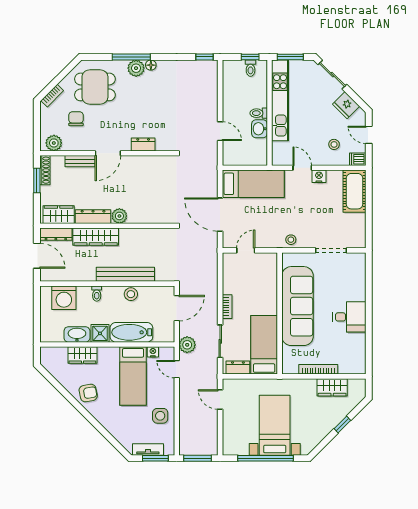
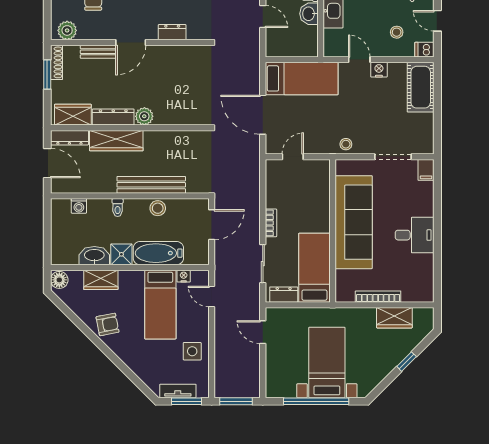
filing cabinet: (359, 262) -> (426, 170), added
washing machine: (64, 298) -> (79, 206), width x0.53, depth x0.53
plant: (187, 345) -> (224, 268), removed
floor lamp: (47, 355) -> (59, 280), added

